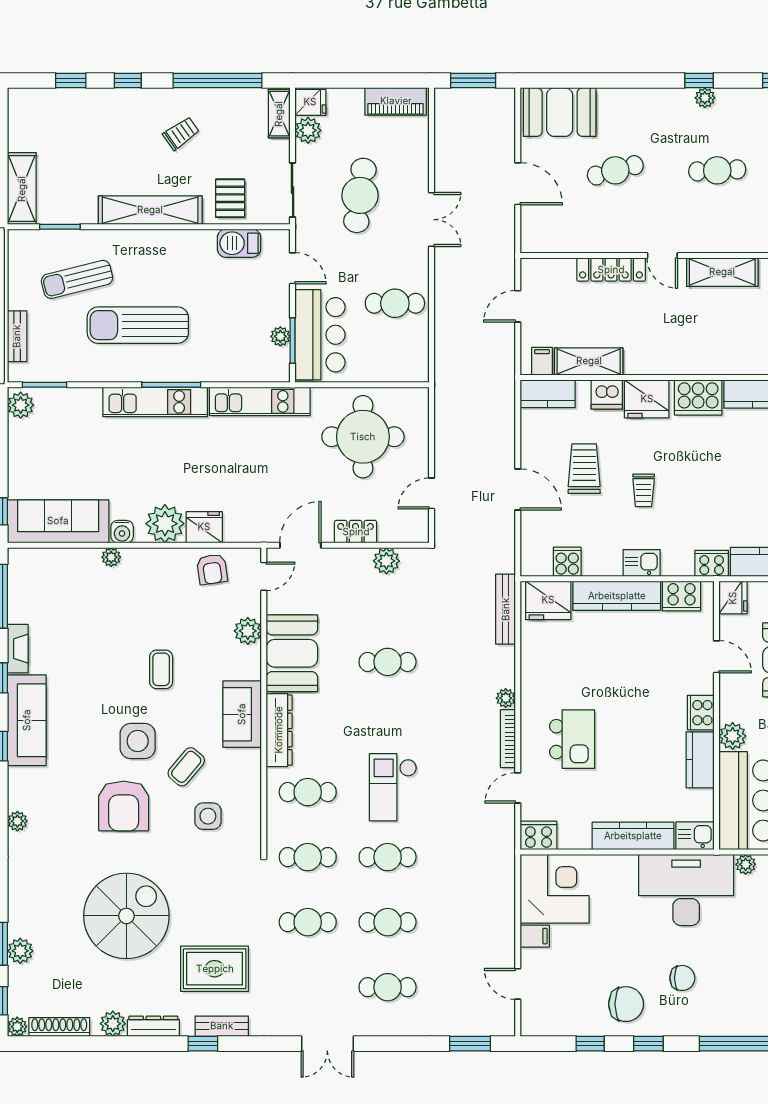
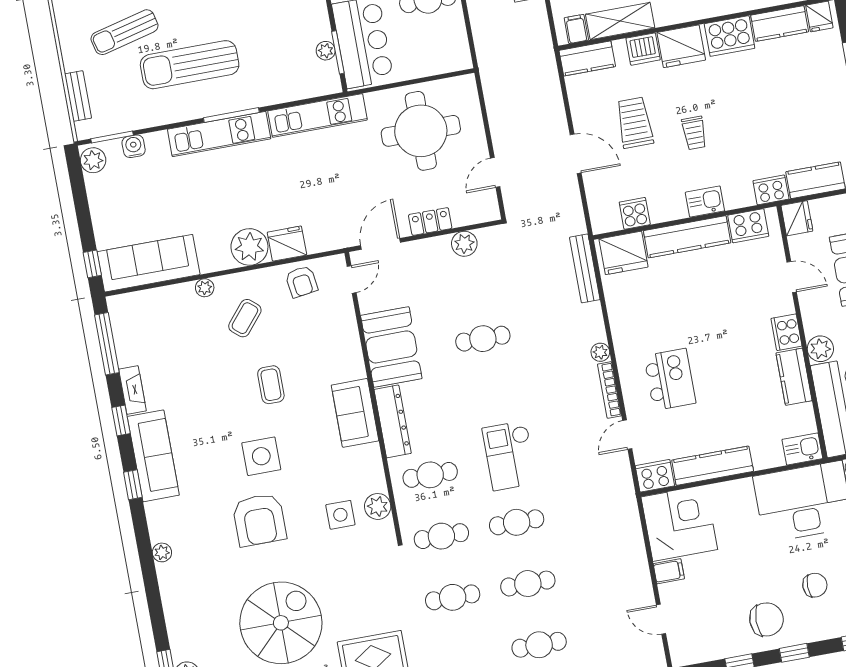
water cooler: (122, 532) -> (134, 146), moved, turned 180
plant: (248, 631) -> (378, 506), moved
coffee table: (186, 767) -> (245, 318), moved
kitchen counter: (633, 836) -> (713, 466), moved

